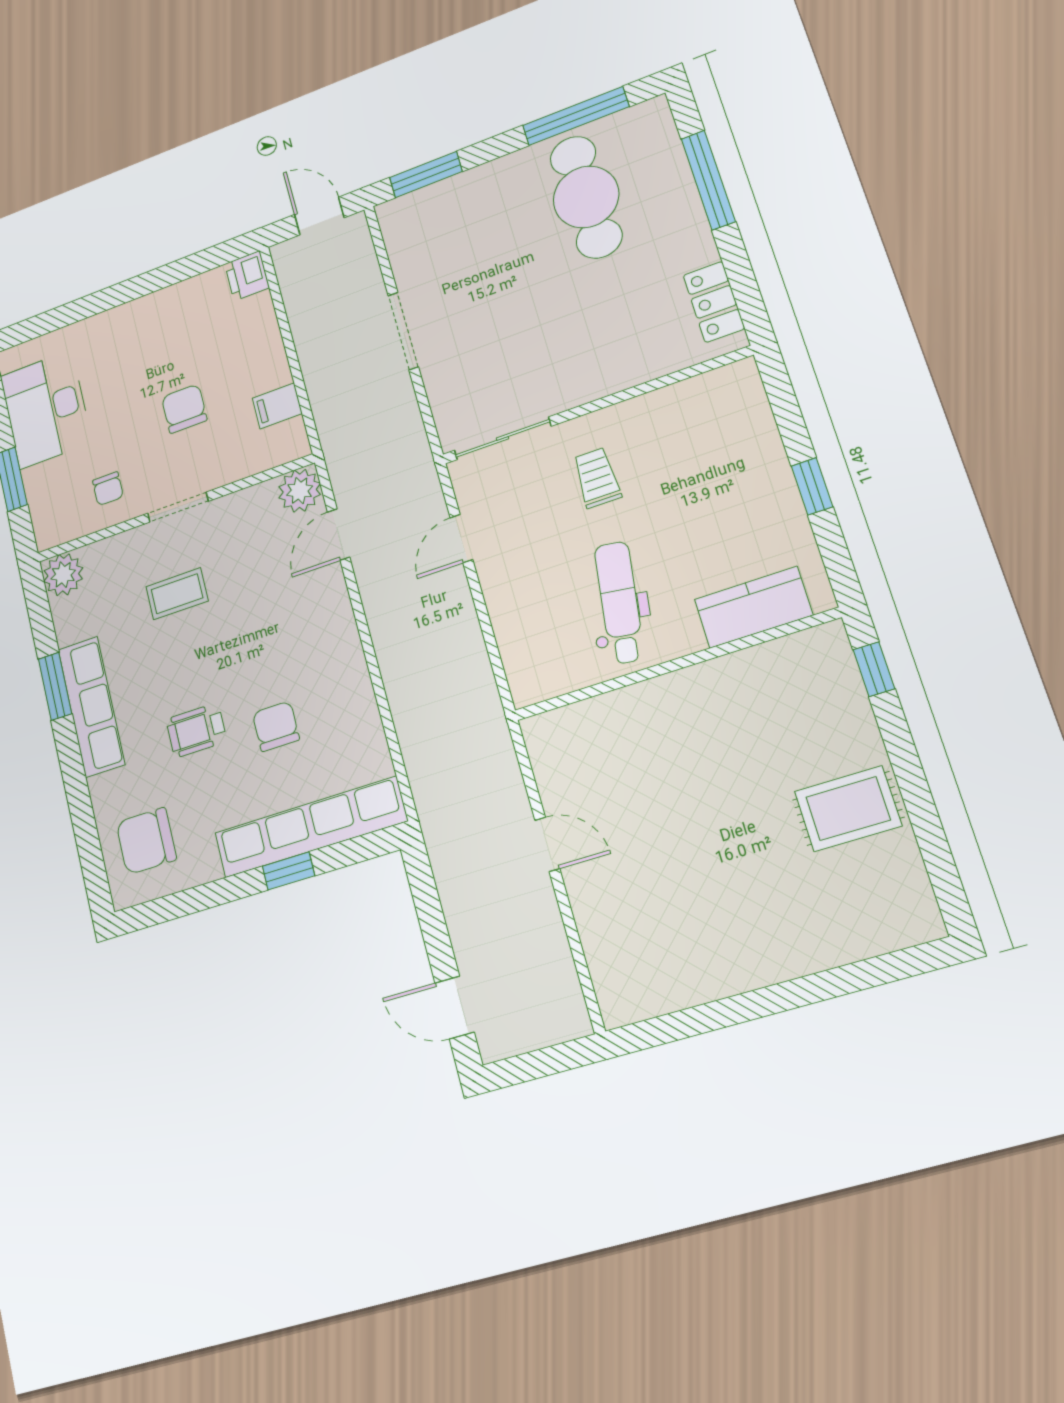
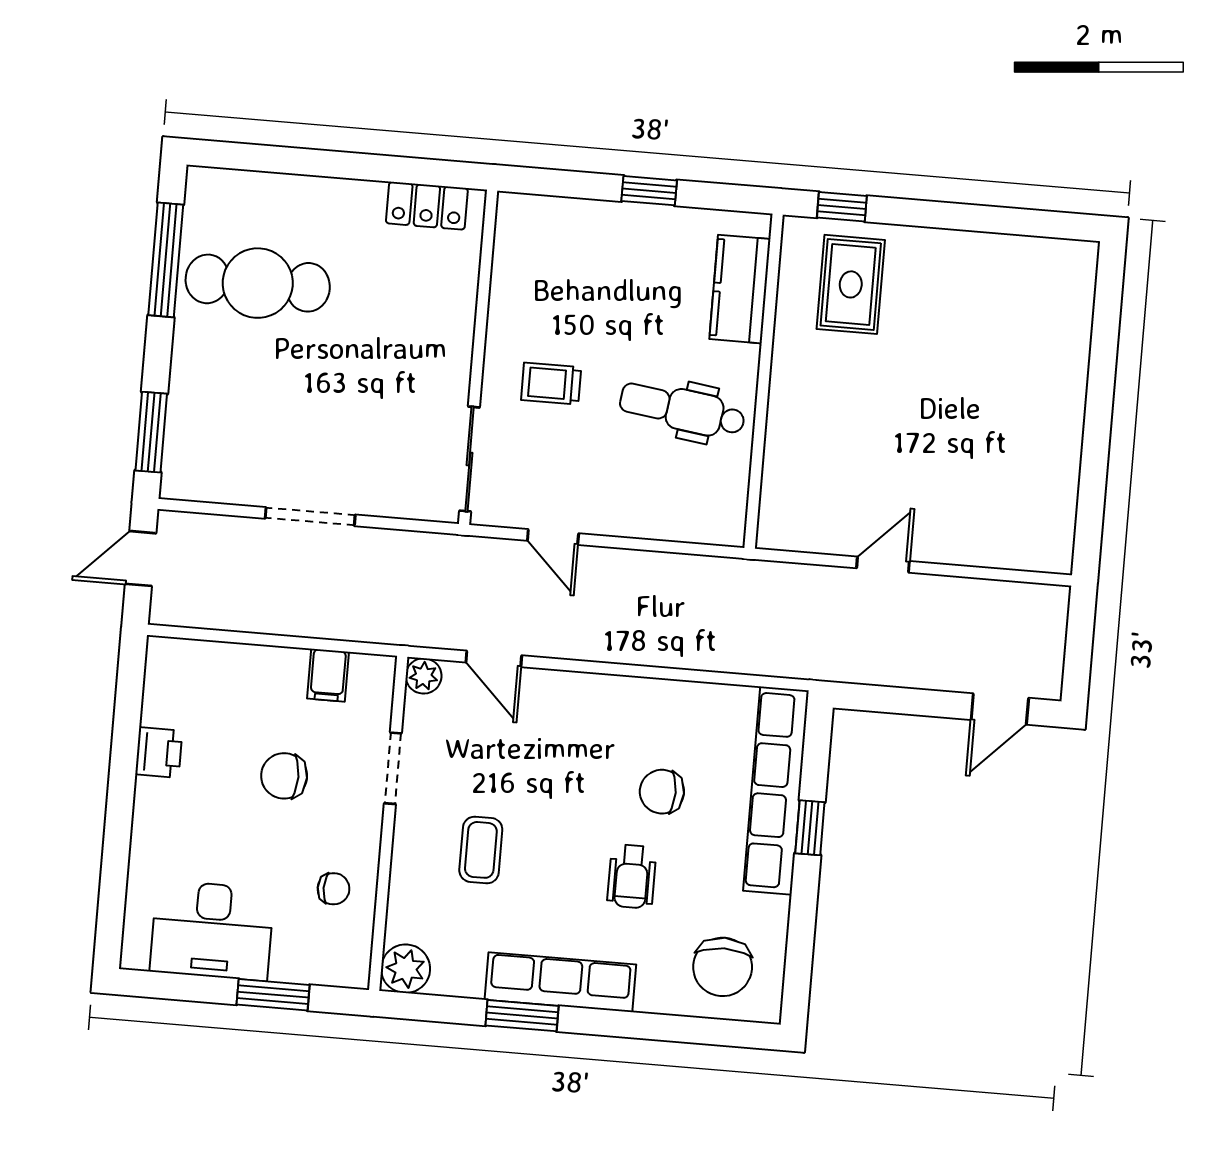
window: (708, 180) -> (300, 161), removed
printer: (247, 276) -> (159, 752), moved, turned -90
plant: (300, 491) -> (424, 676), width x0.73, depth x0.73
doorway: (178, 507) -> (393, 768), moved
rug: (848, 809) -> (851, 284), moved

